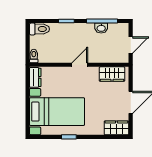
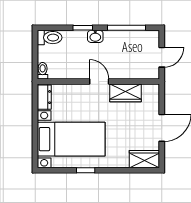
washbasin: (101, 28) -> (95, 36), moved
door: (80, 65) -> (99, 82), hinge flipped
wardrobe: (112, 74) -> (126, 93), moved

